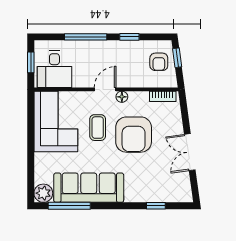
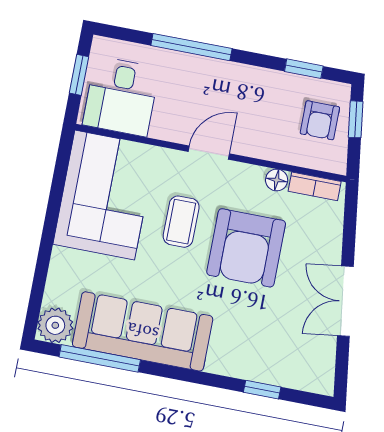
window: (129, 37) -> (304, 69), moved
floor lamp: (122, 97) -> (277, 180), moved

